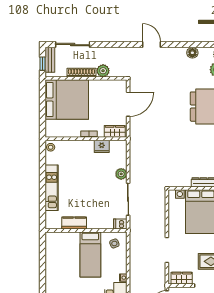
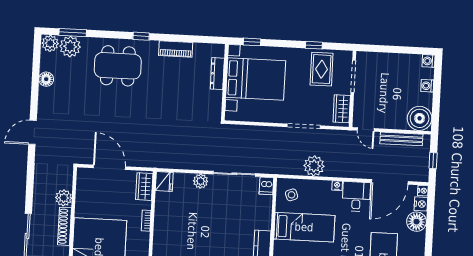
fridge: (102, 146) -> (164, 181), moved
plant: (137, 259) -> (314, 166), added

